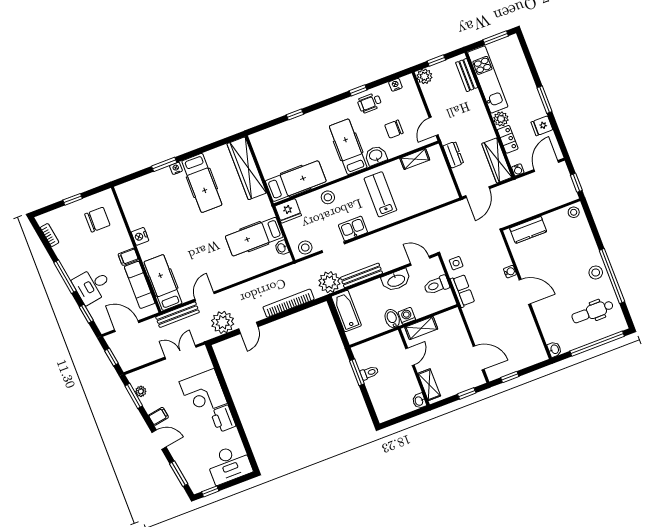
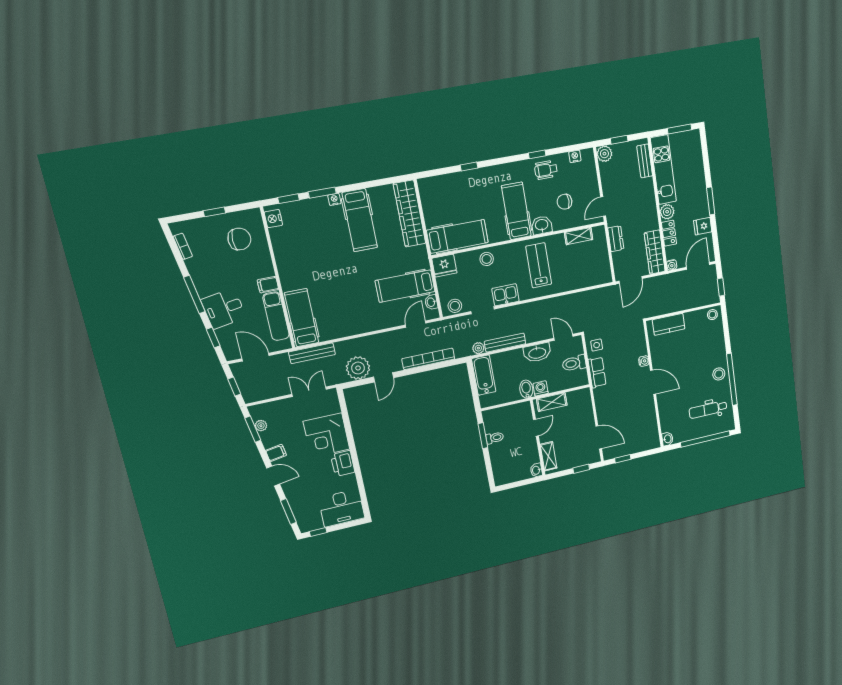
window: (135, 175) -> (289, 199), added
nightstand: (140, 236) -> (273, 219), moved
plant: (329, 282) -> (478, 348), width x0.53, depth x0.53
door: (205, 296) -> (416, 324), moved

